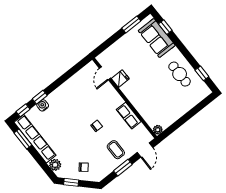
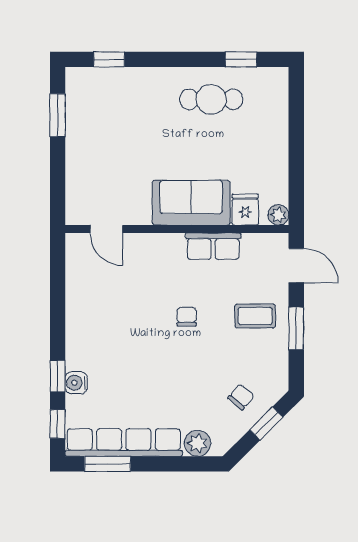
sofa: (157, 38) -> (191, 203), moved, turned 180
fridge: (120, 79) -> (245, 210), moved
window: (71, 182) -> (266, 423), moved

